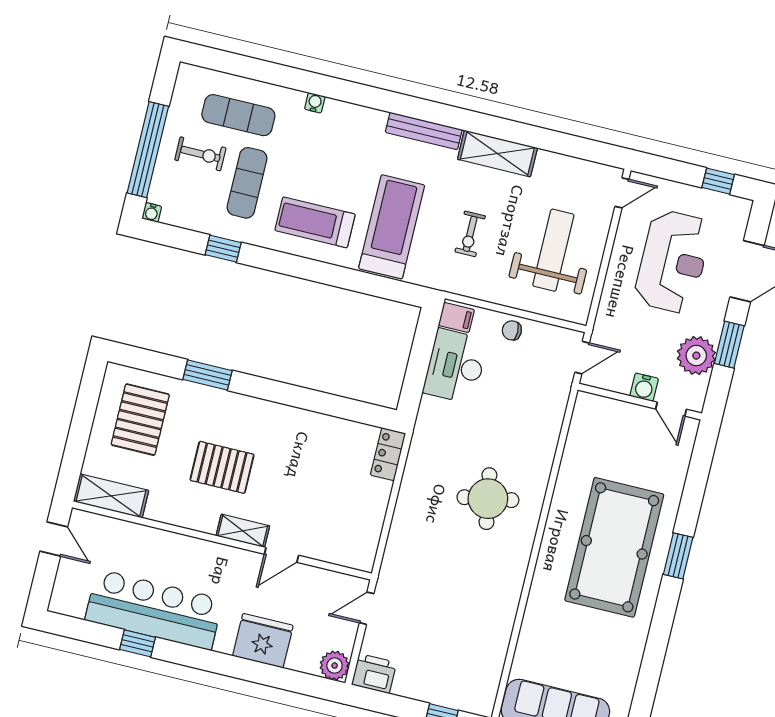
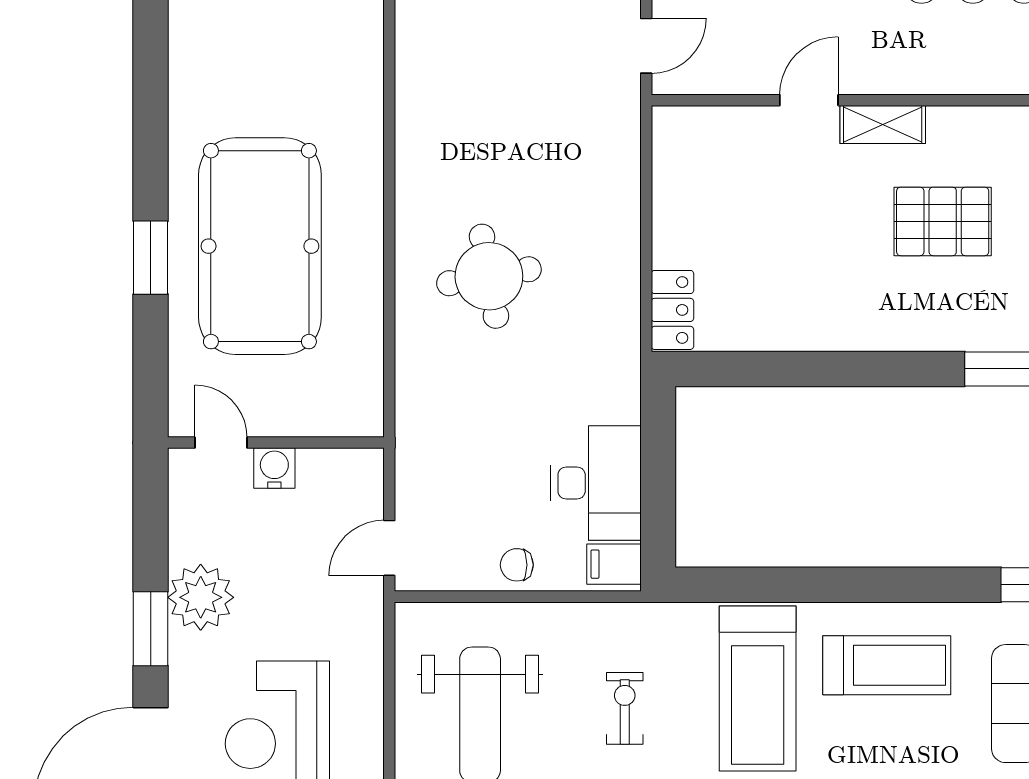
chair: (512, 330) -> (517, 565), turned 180
water cooler: (644, 387) -> (274, 468), moved
wall: (640, 402) -> (276, 443), moved
door: (671, 409) -> (221, 443), moved

